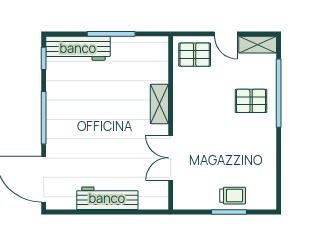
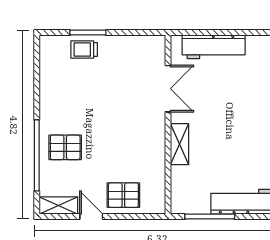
shelving: (159, 104) -> (179, 144), moved
wall: (171, 123) -> (168, 125), moved
double door: (171, 158) -> (168, 89), moved

